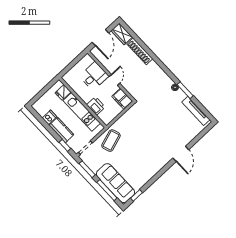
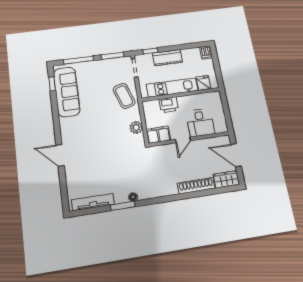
door: (114, 80) -> (183, 140), hinge flipped
dishwasher: (49, 117) -> (206, 52), moved
plant: (127, 117) -> (136, 127), added
sofa: (115, 183) -> (67, 92), moved, turned -90

